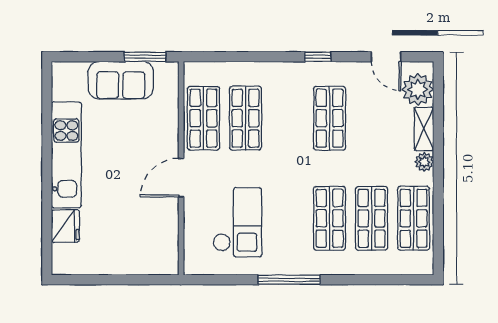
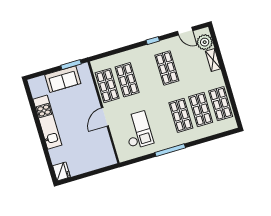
plant: (424, 162) -> (218, 75), removed
fridge: (65, 226) -> (61, 171), moved

